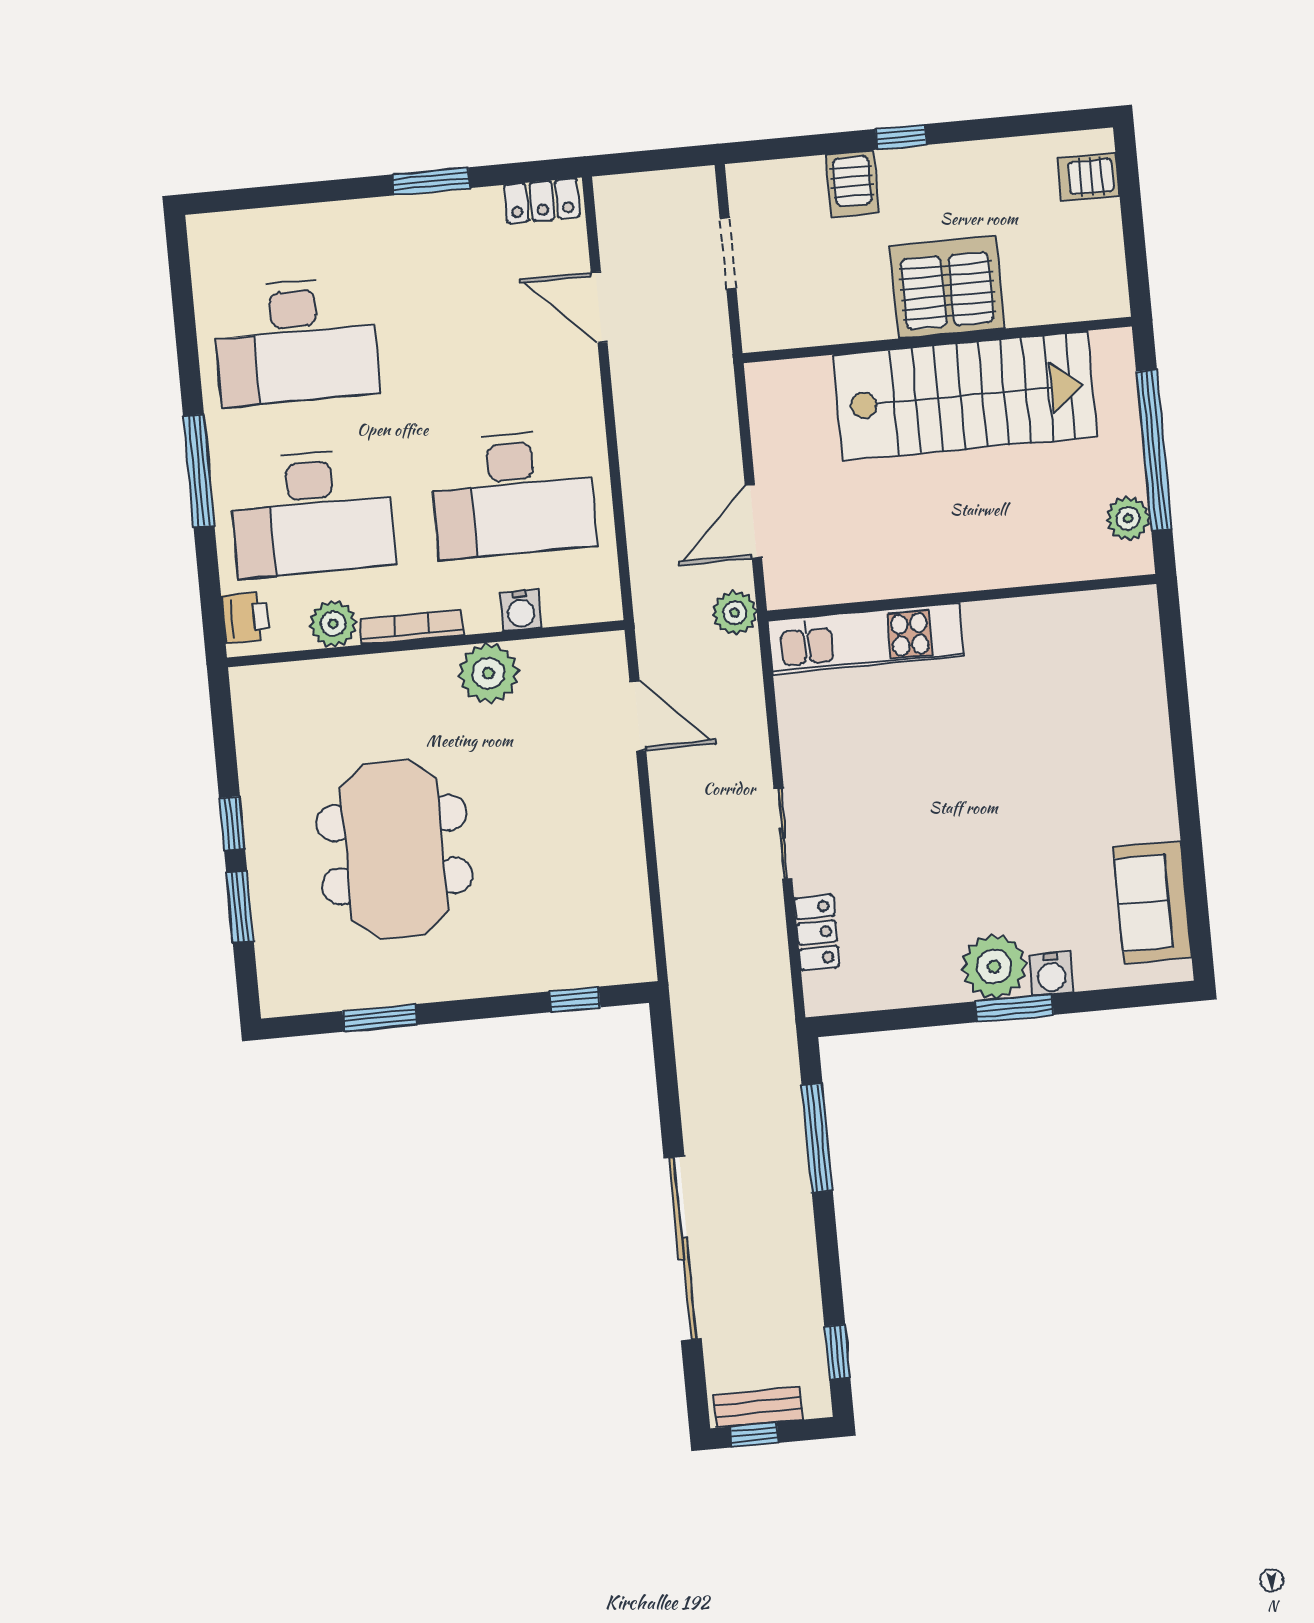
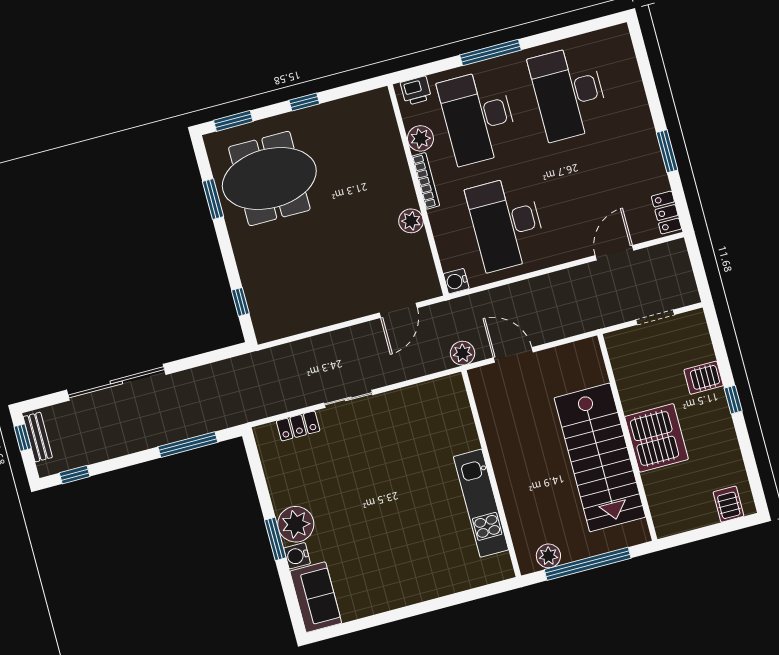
water cooler: (521, 610) -> (456, 281), moved
kitchen unit: (866, 638) -> (481, 503), moved
plant: (488, 673) -> (411, 221), width x0.73, depth x0.73
meeting table: (394, 849) -> (269, 178), moved
sofa: (1152, 902) -> (316, 597), moved, turned 90
window: (240, 907) -> (233, 121), moved

